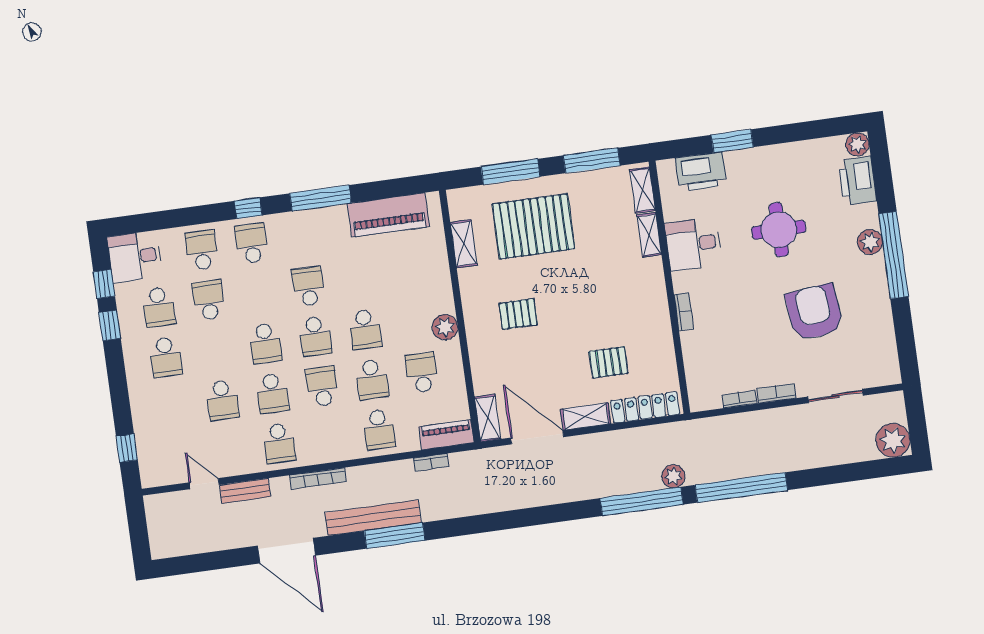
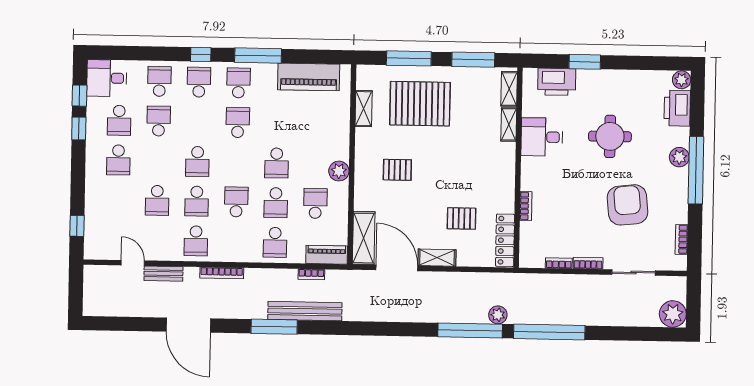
bookcase: (684, 312) -> (526, 206), moved
school desk: (315, 336) -> (239, 83), moved, turned 180
bookcase: (889, 345) -> (682, 239), added
locker: (645, 407) -> (505, 240), moved, turned -90
shelving: (488, 418) -> (364, 238), width x1.50, depth x1.33
bench: (373, 518) -> (305, 311), moved

